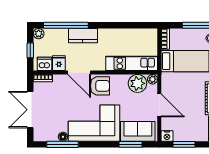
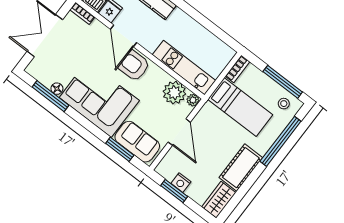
armchair: (100, 86) -> (134, 66), turned 180
nightstand: (167, 136) -> (181, 183), moved

